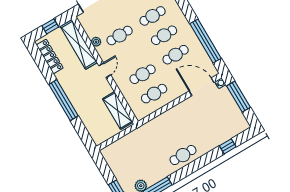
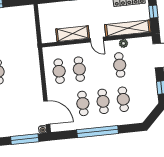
window: (205, 41) -> (98, 132), moved
door: (202, 87) -> (47, 113), hinge flipped
shelving: (118, 111) -> (73, 34), moved

